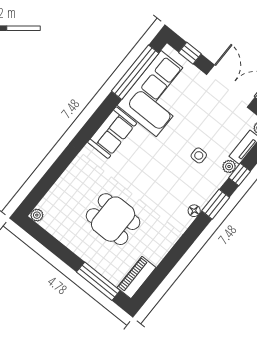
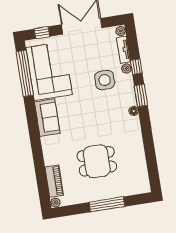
side table: (199, 155) -> (105, 80), width x1.87, depth x1.87
piano: (137, 278) -> (54, 181), moved, turned 180
window: (98, 281) -> (107, 204), moved

